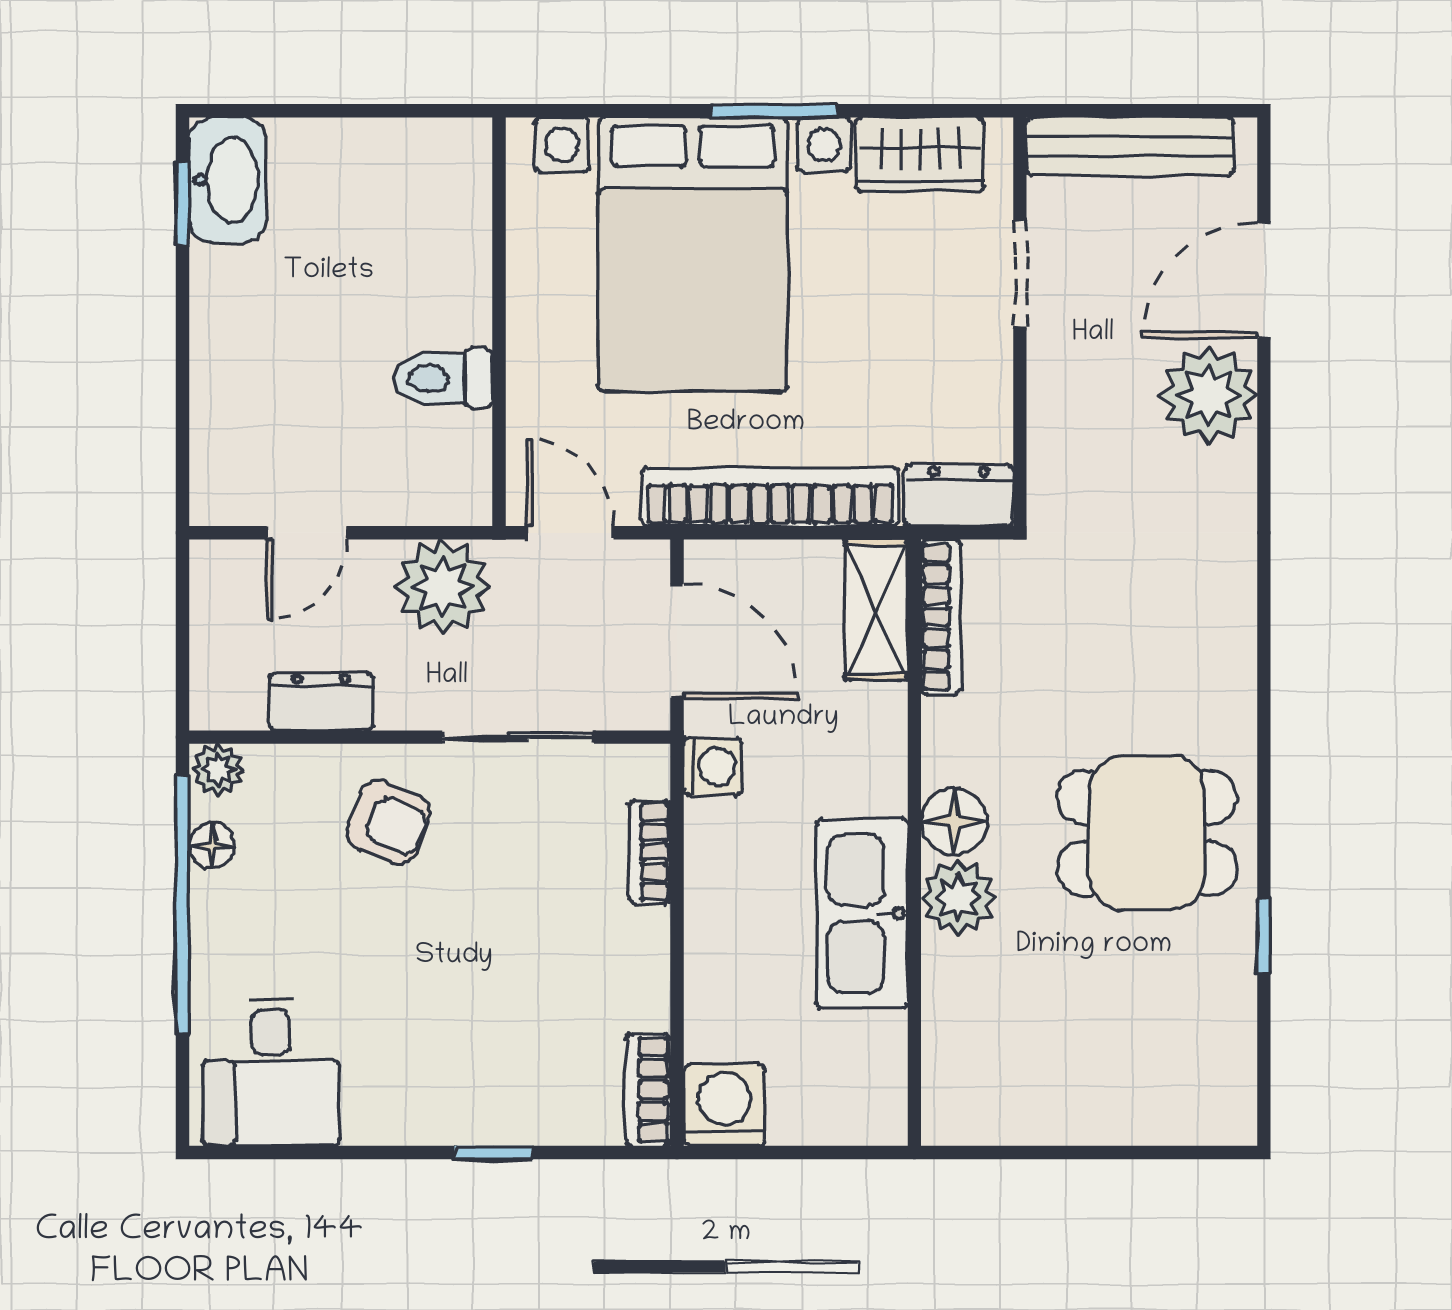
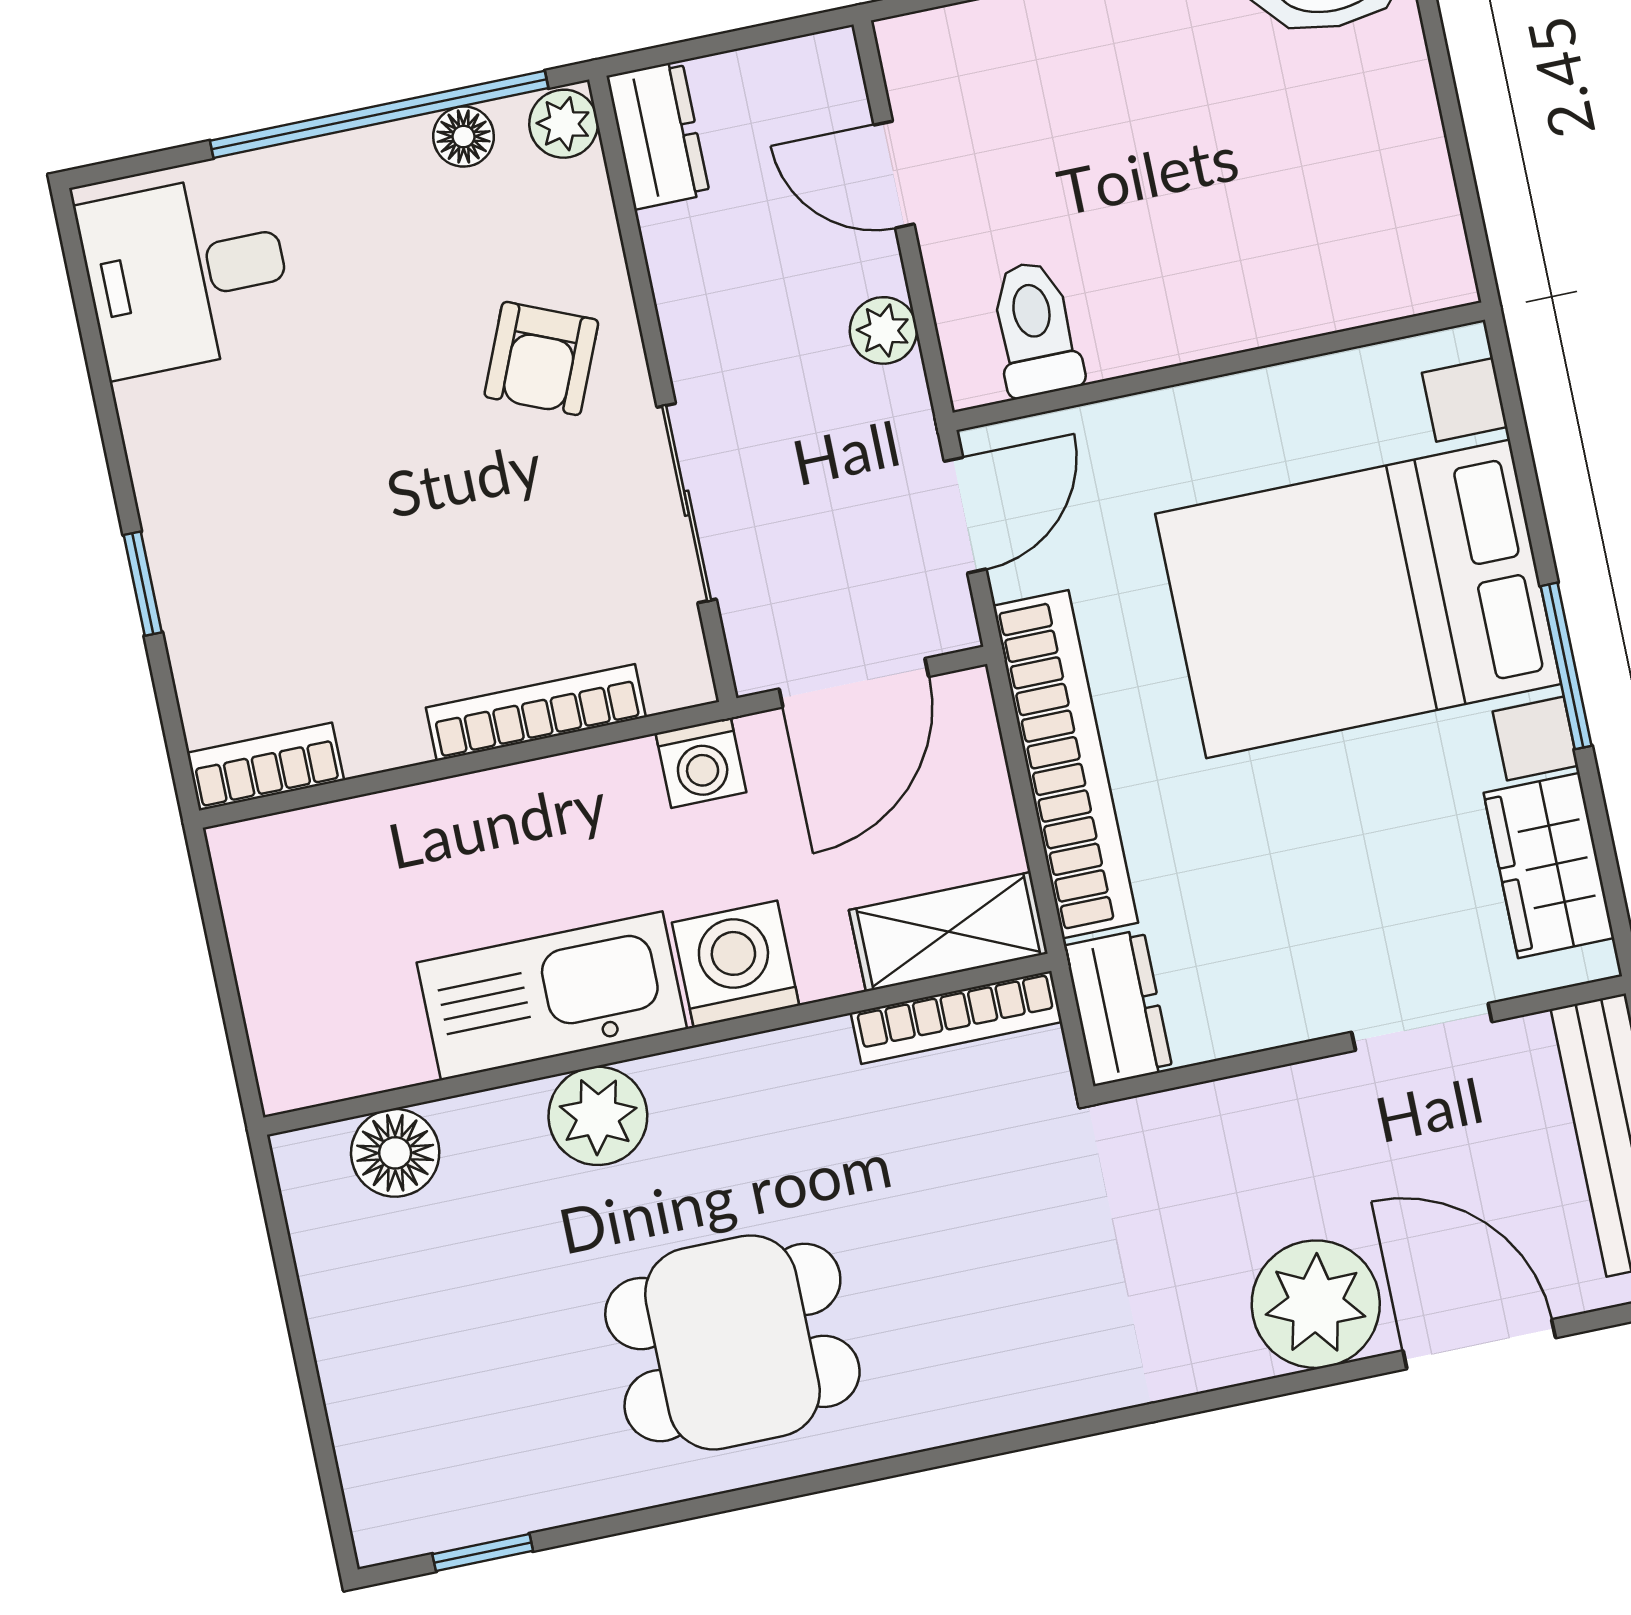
toilet: (443, 378) -> (1035, 329), moved
plant: (443, 587) -> (883, 330), width x0.53, depth x0.53
dresser: (321, 701) -> (658, 135), moved
floor lamp: (954, 822) -> (395, 1153), moved
dining table: (1147, 833) -> (732, 1342), turned 90
bookcase: (650, 852) -> (536, 712), width x1.56
window: (1264, 935) -> (483, 1552), moved
washing machine: (724, 1105) -> (736, 964), moved, turned -90

